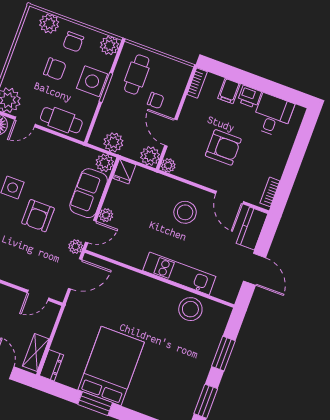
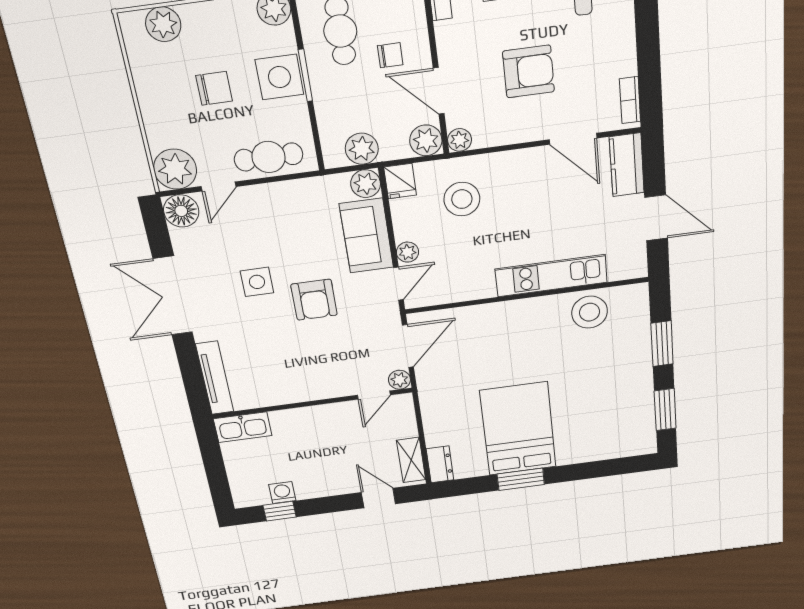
chair: (73, 42) -> (216, 33), removed
stool: (185, 212) -> (462, 199), moved
plant: (76, 247) -> (399, 380), moved

